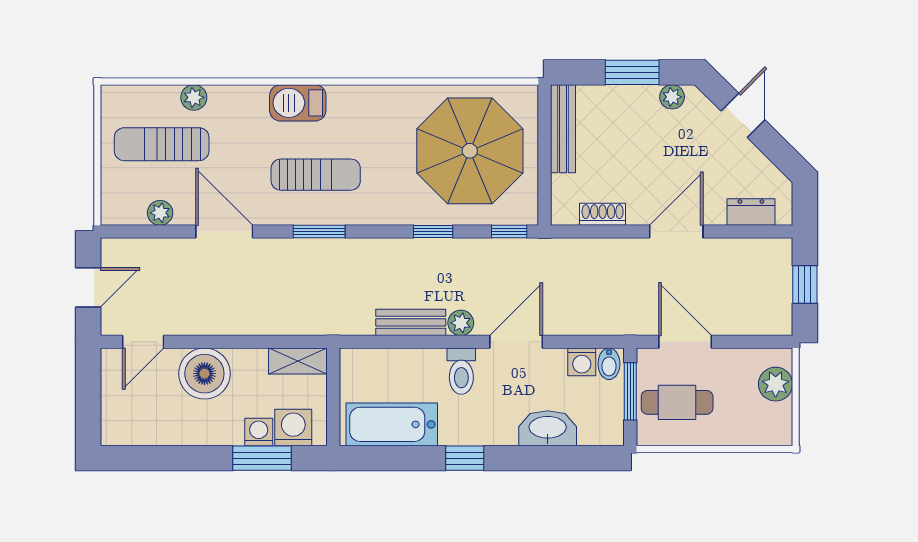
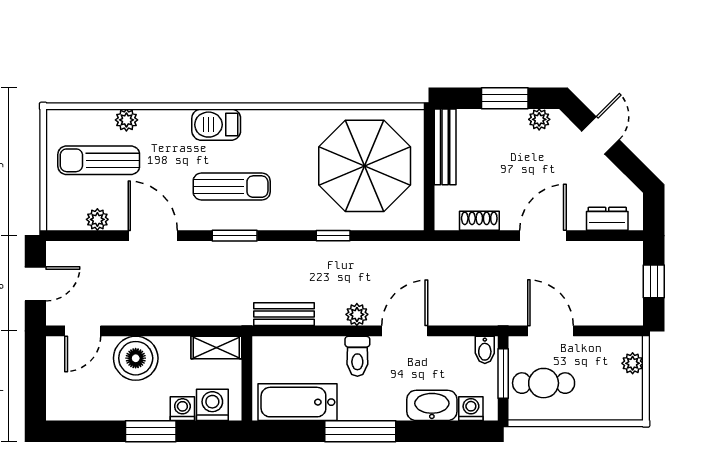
window: (509, 232) -> (399, 236), removed
bench: (411, 322) -> (284, 314), moved
washing machine: (582, 362) -> (471, 409), moved, turned 180
plant: (776, 384) -> (633, 363), width x0.73, depth x0.73
window: (262, 458) -> (151, 431), moved
window: (465, 458) -> (360, 431), width x2.17

